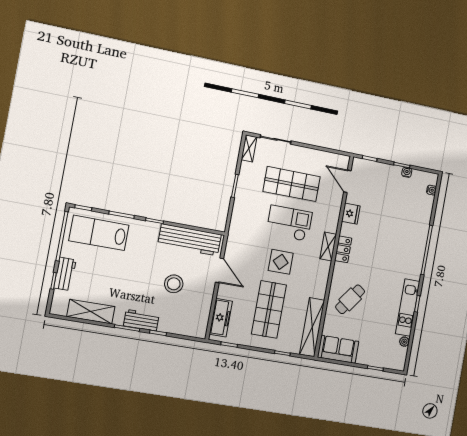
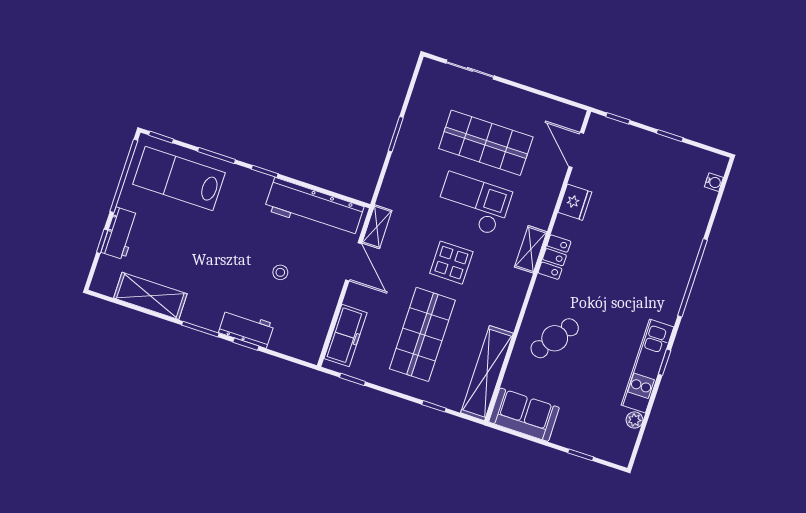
shelving: (249, 148) -> (377, 227), moved
water cooler: (407, 172) -> (676, 148), removed
stool: (174, 284) -> (280, 272), width x0.53, depth x0.53
workbench: (141, 320) -> (246, 328), moved

